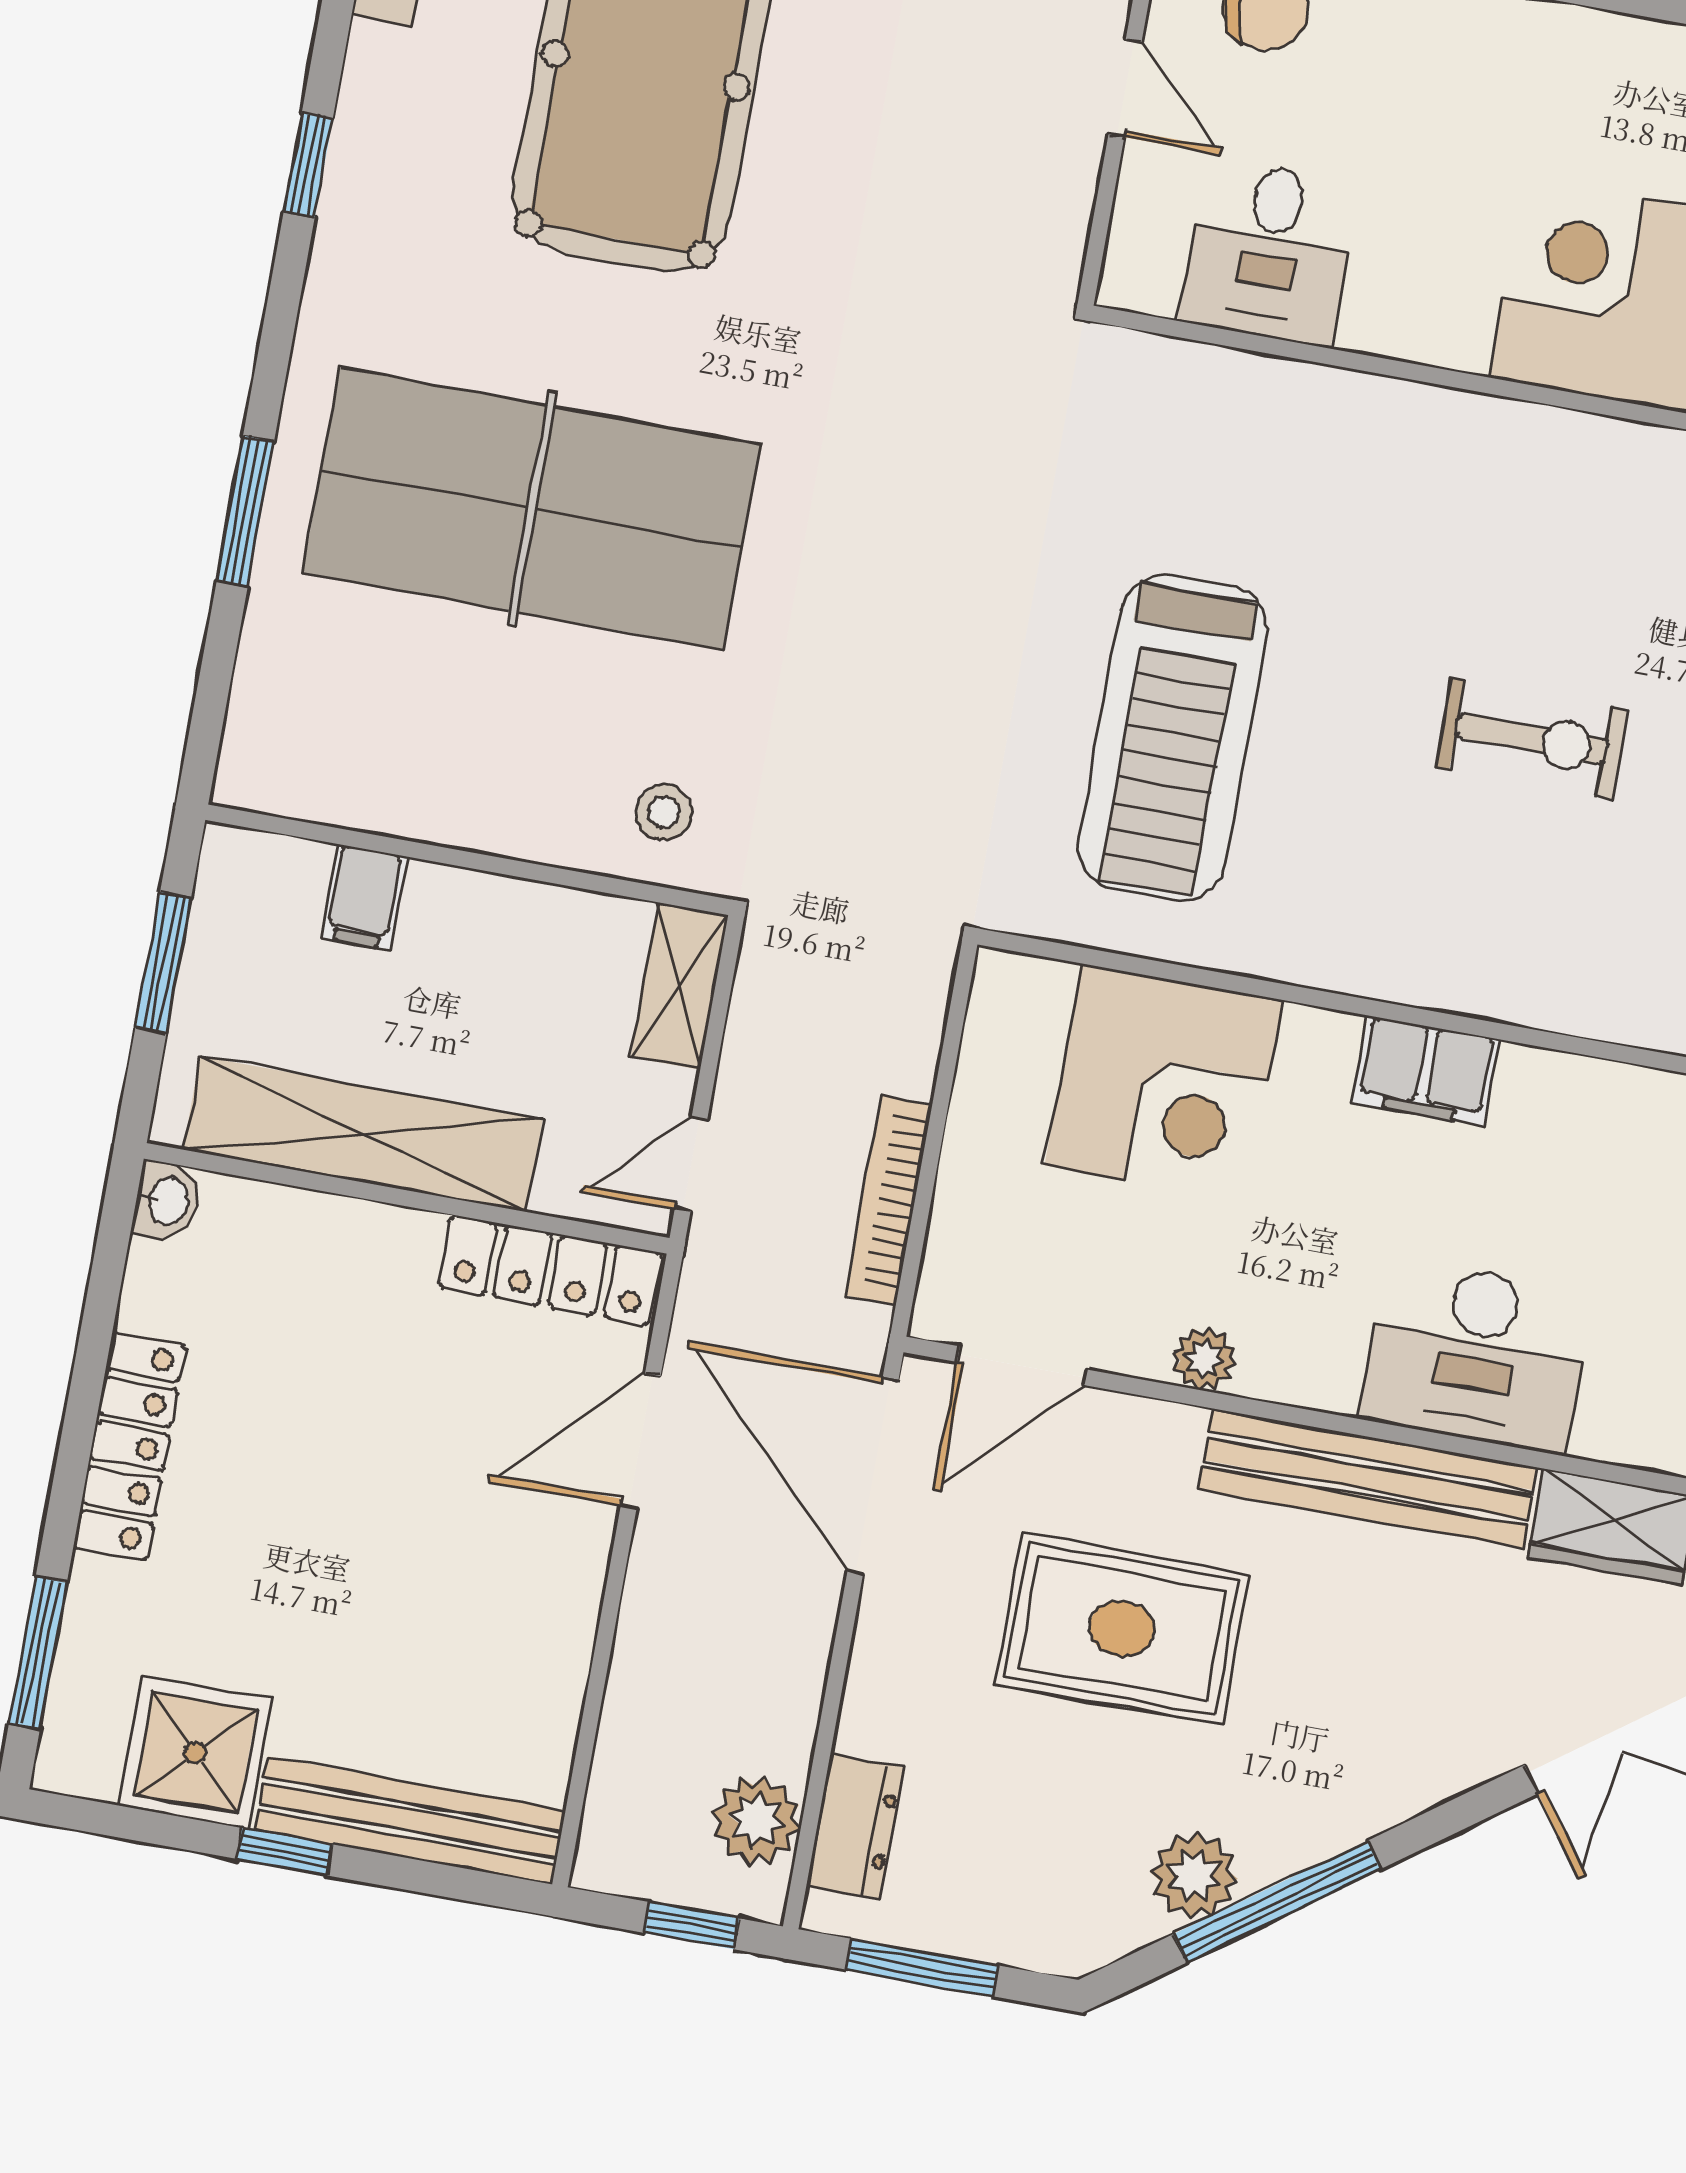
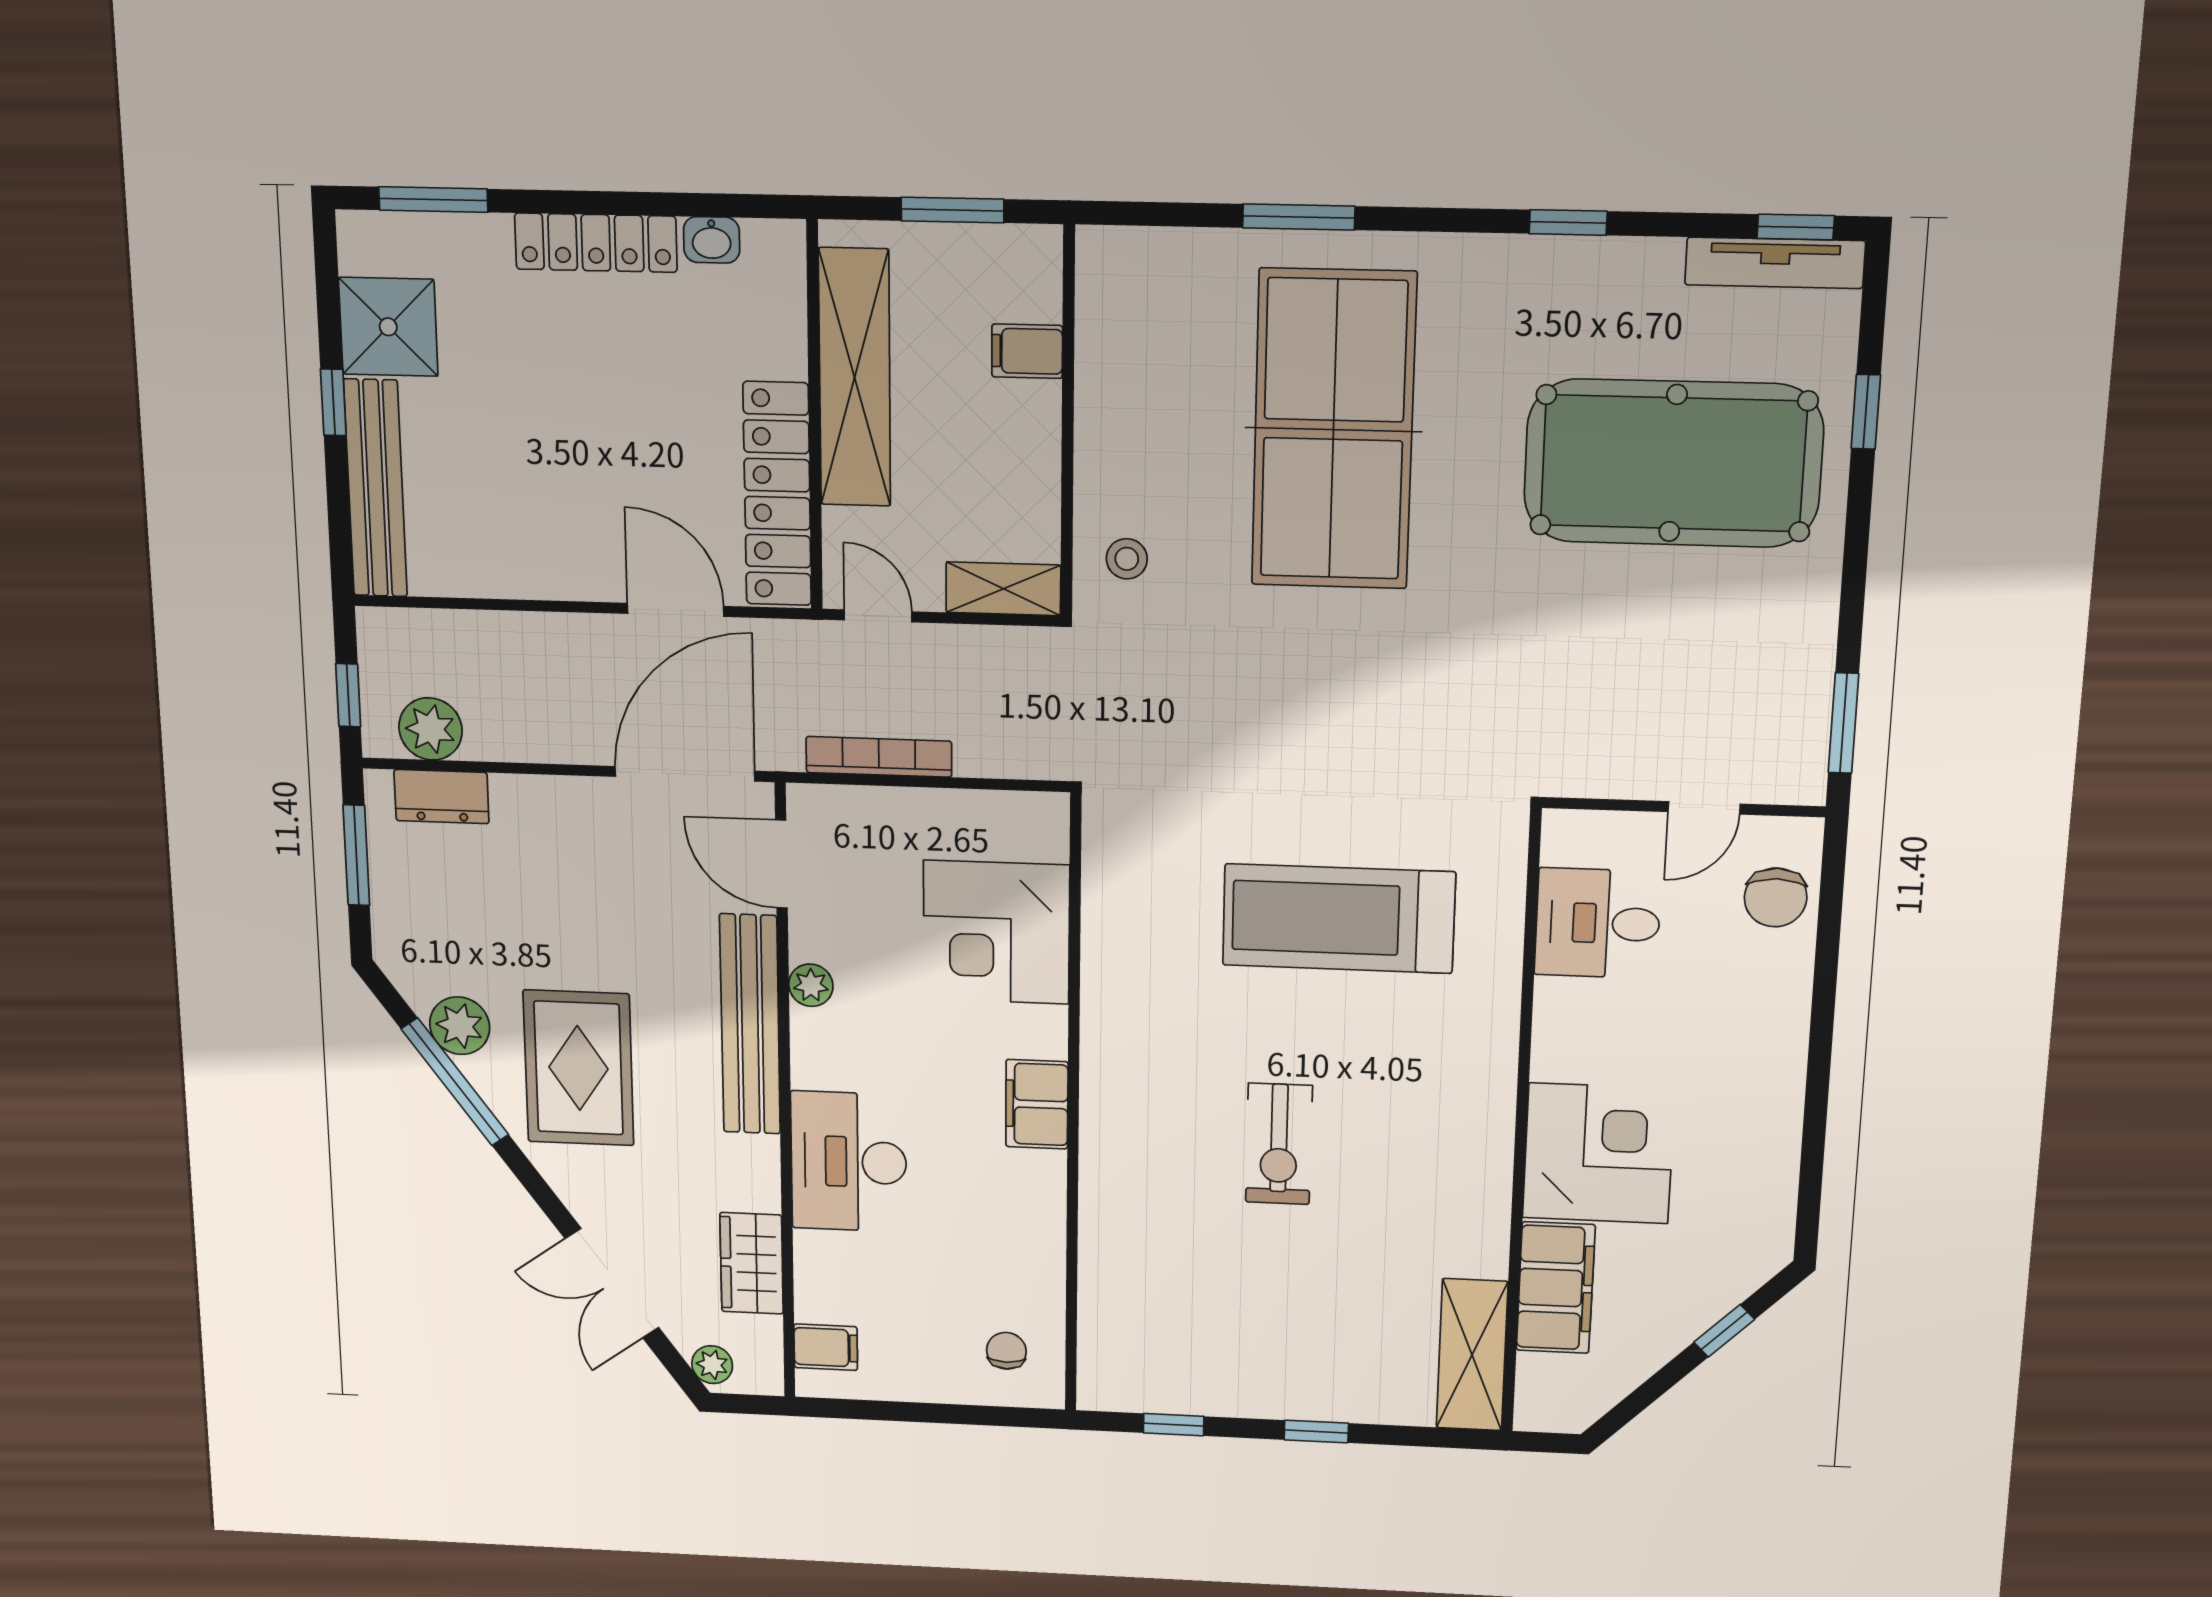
treadmill: (1173, 738) -> (1339, 919), moved
washbasin: (167, 1201) -> (712, 240), moved
locker: (550, 1270) -> (777, 494), width x1.41, depth x1.21
bench: (1368, 1478) -> (750, 1025), moved
rug: (1122, 1629) -> (579, 1068), moved

